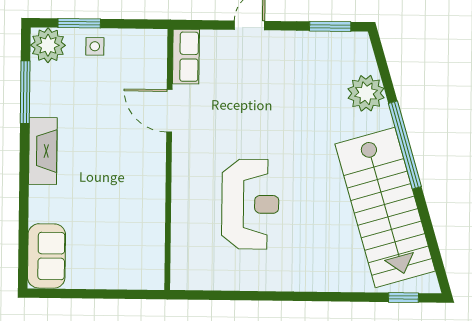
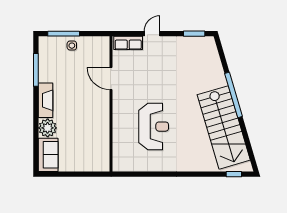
window: (79, 23) -> (64, 34), width x1.44
plant: (48, 45) -> (48, 128), moved
row of seats: (186, 57) -> (128, 43), moved, turned 90
plant: (366, 93) -> (213, 68), removed

